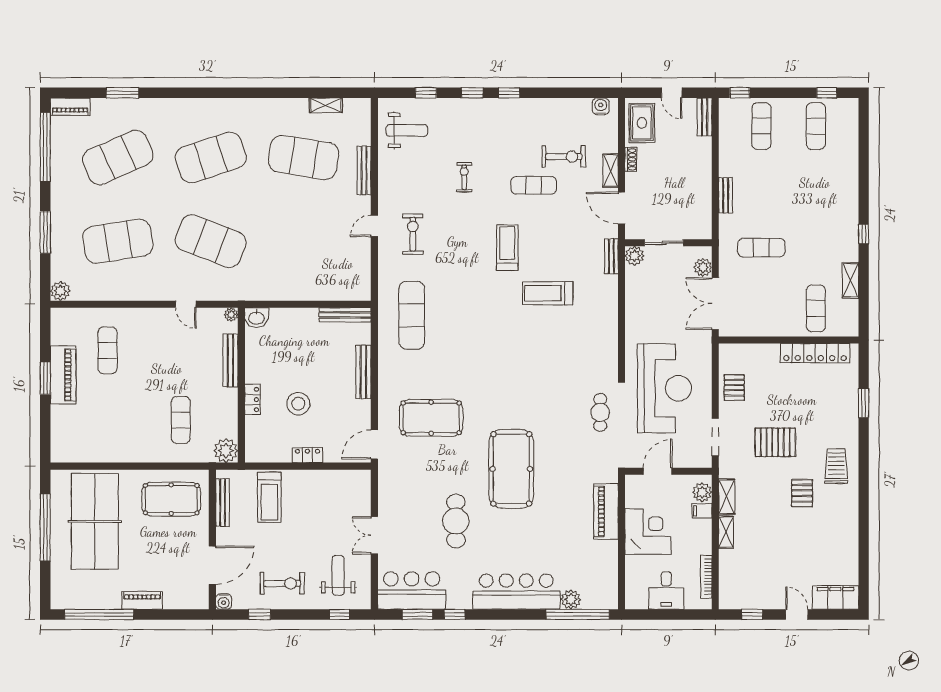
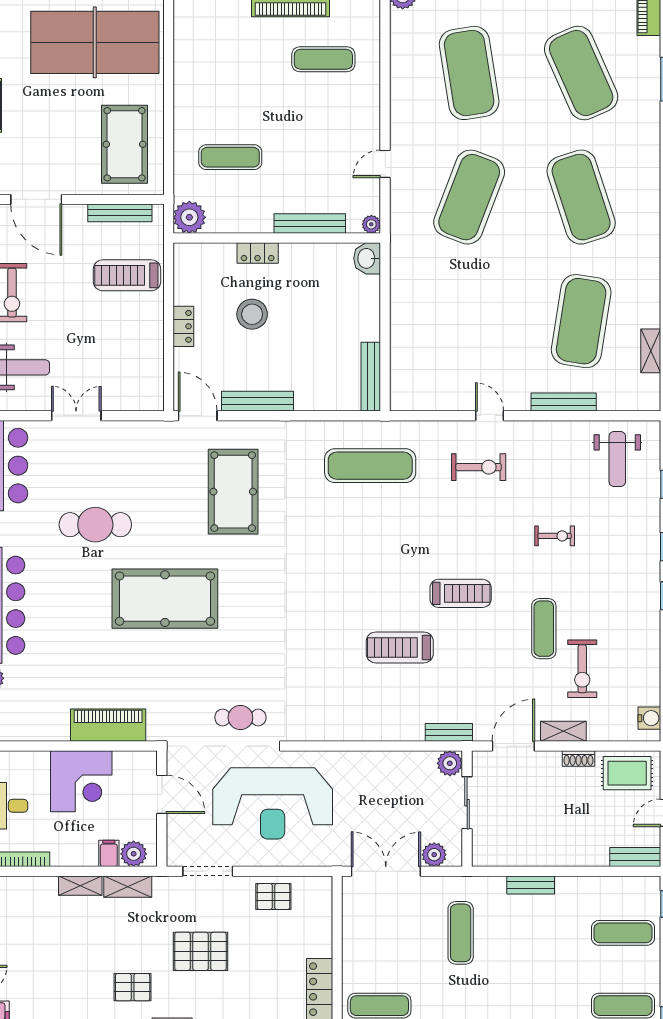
treadmill: (548, 293) -> (400, 647), turned -90
bench: (363, 372) -> (257, 401), moved
pallet: (775, 442) -> (200, 951), turned 90

